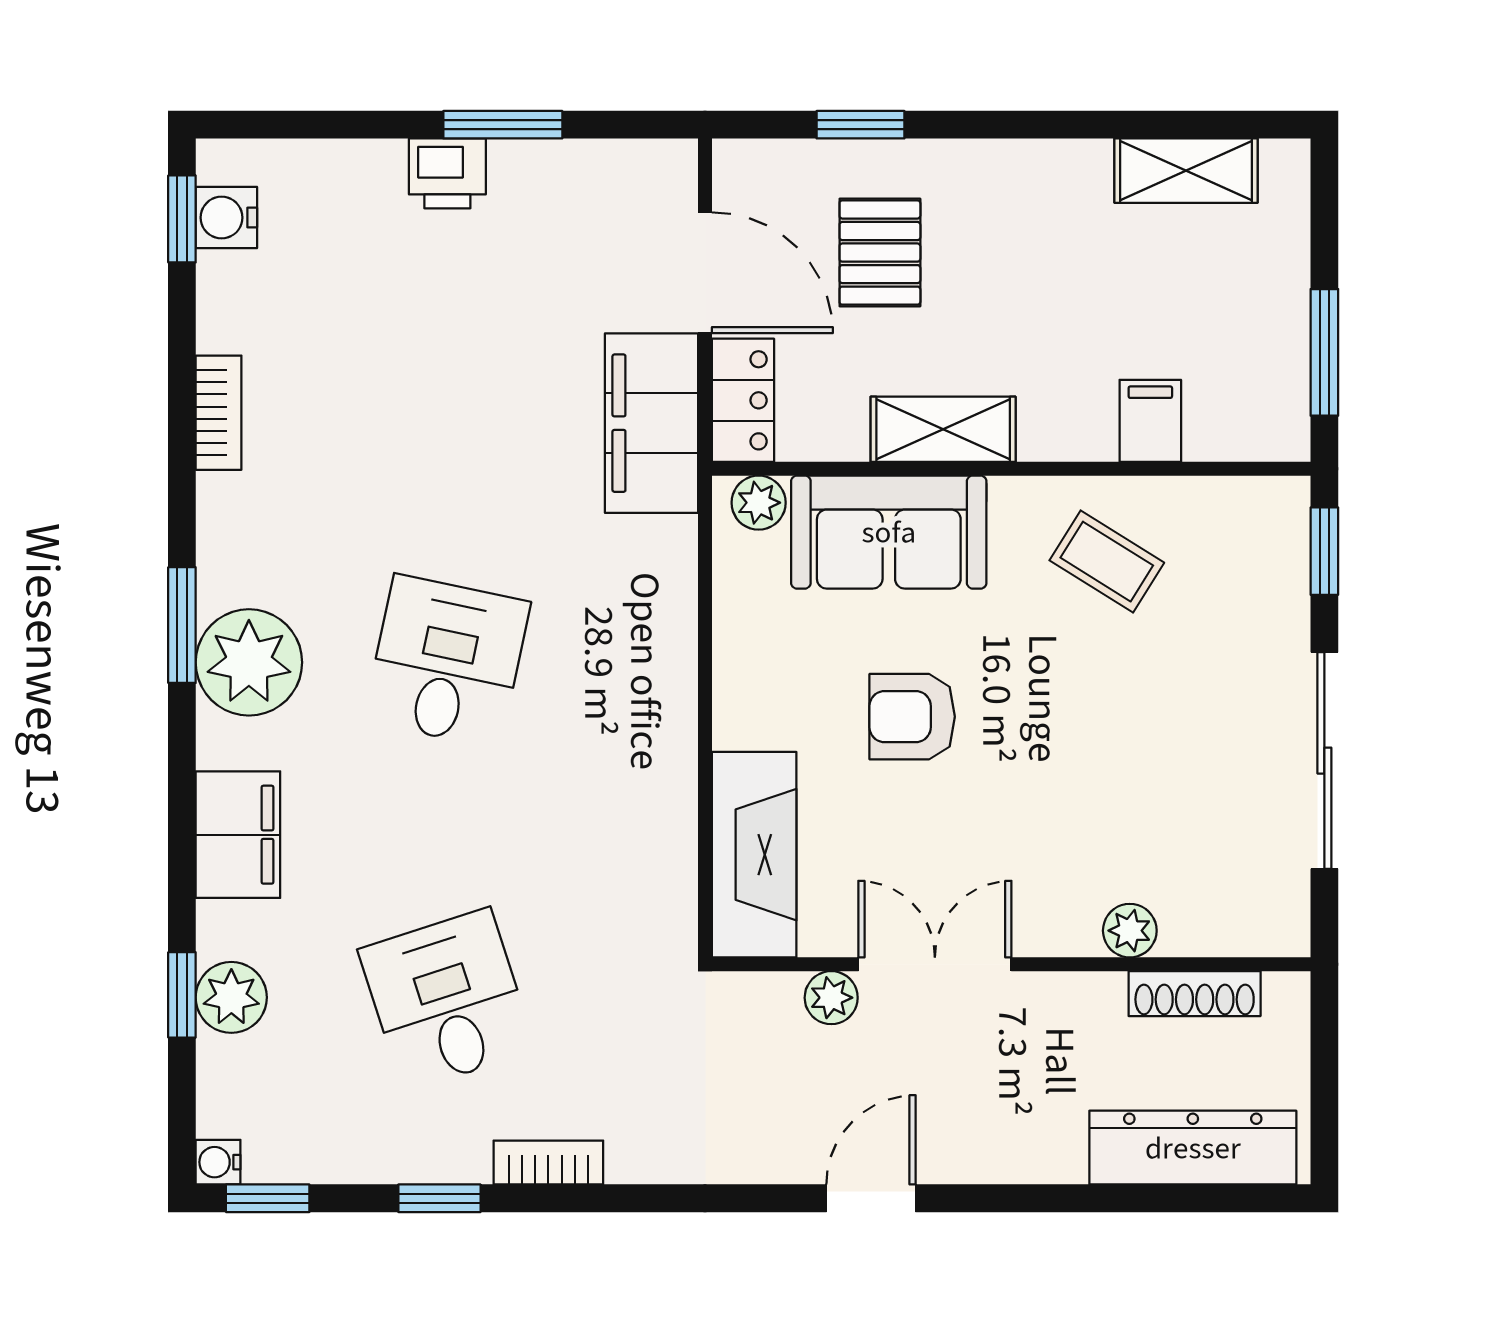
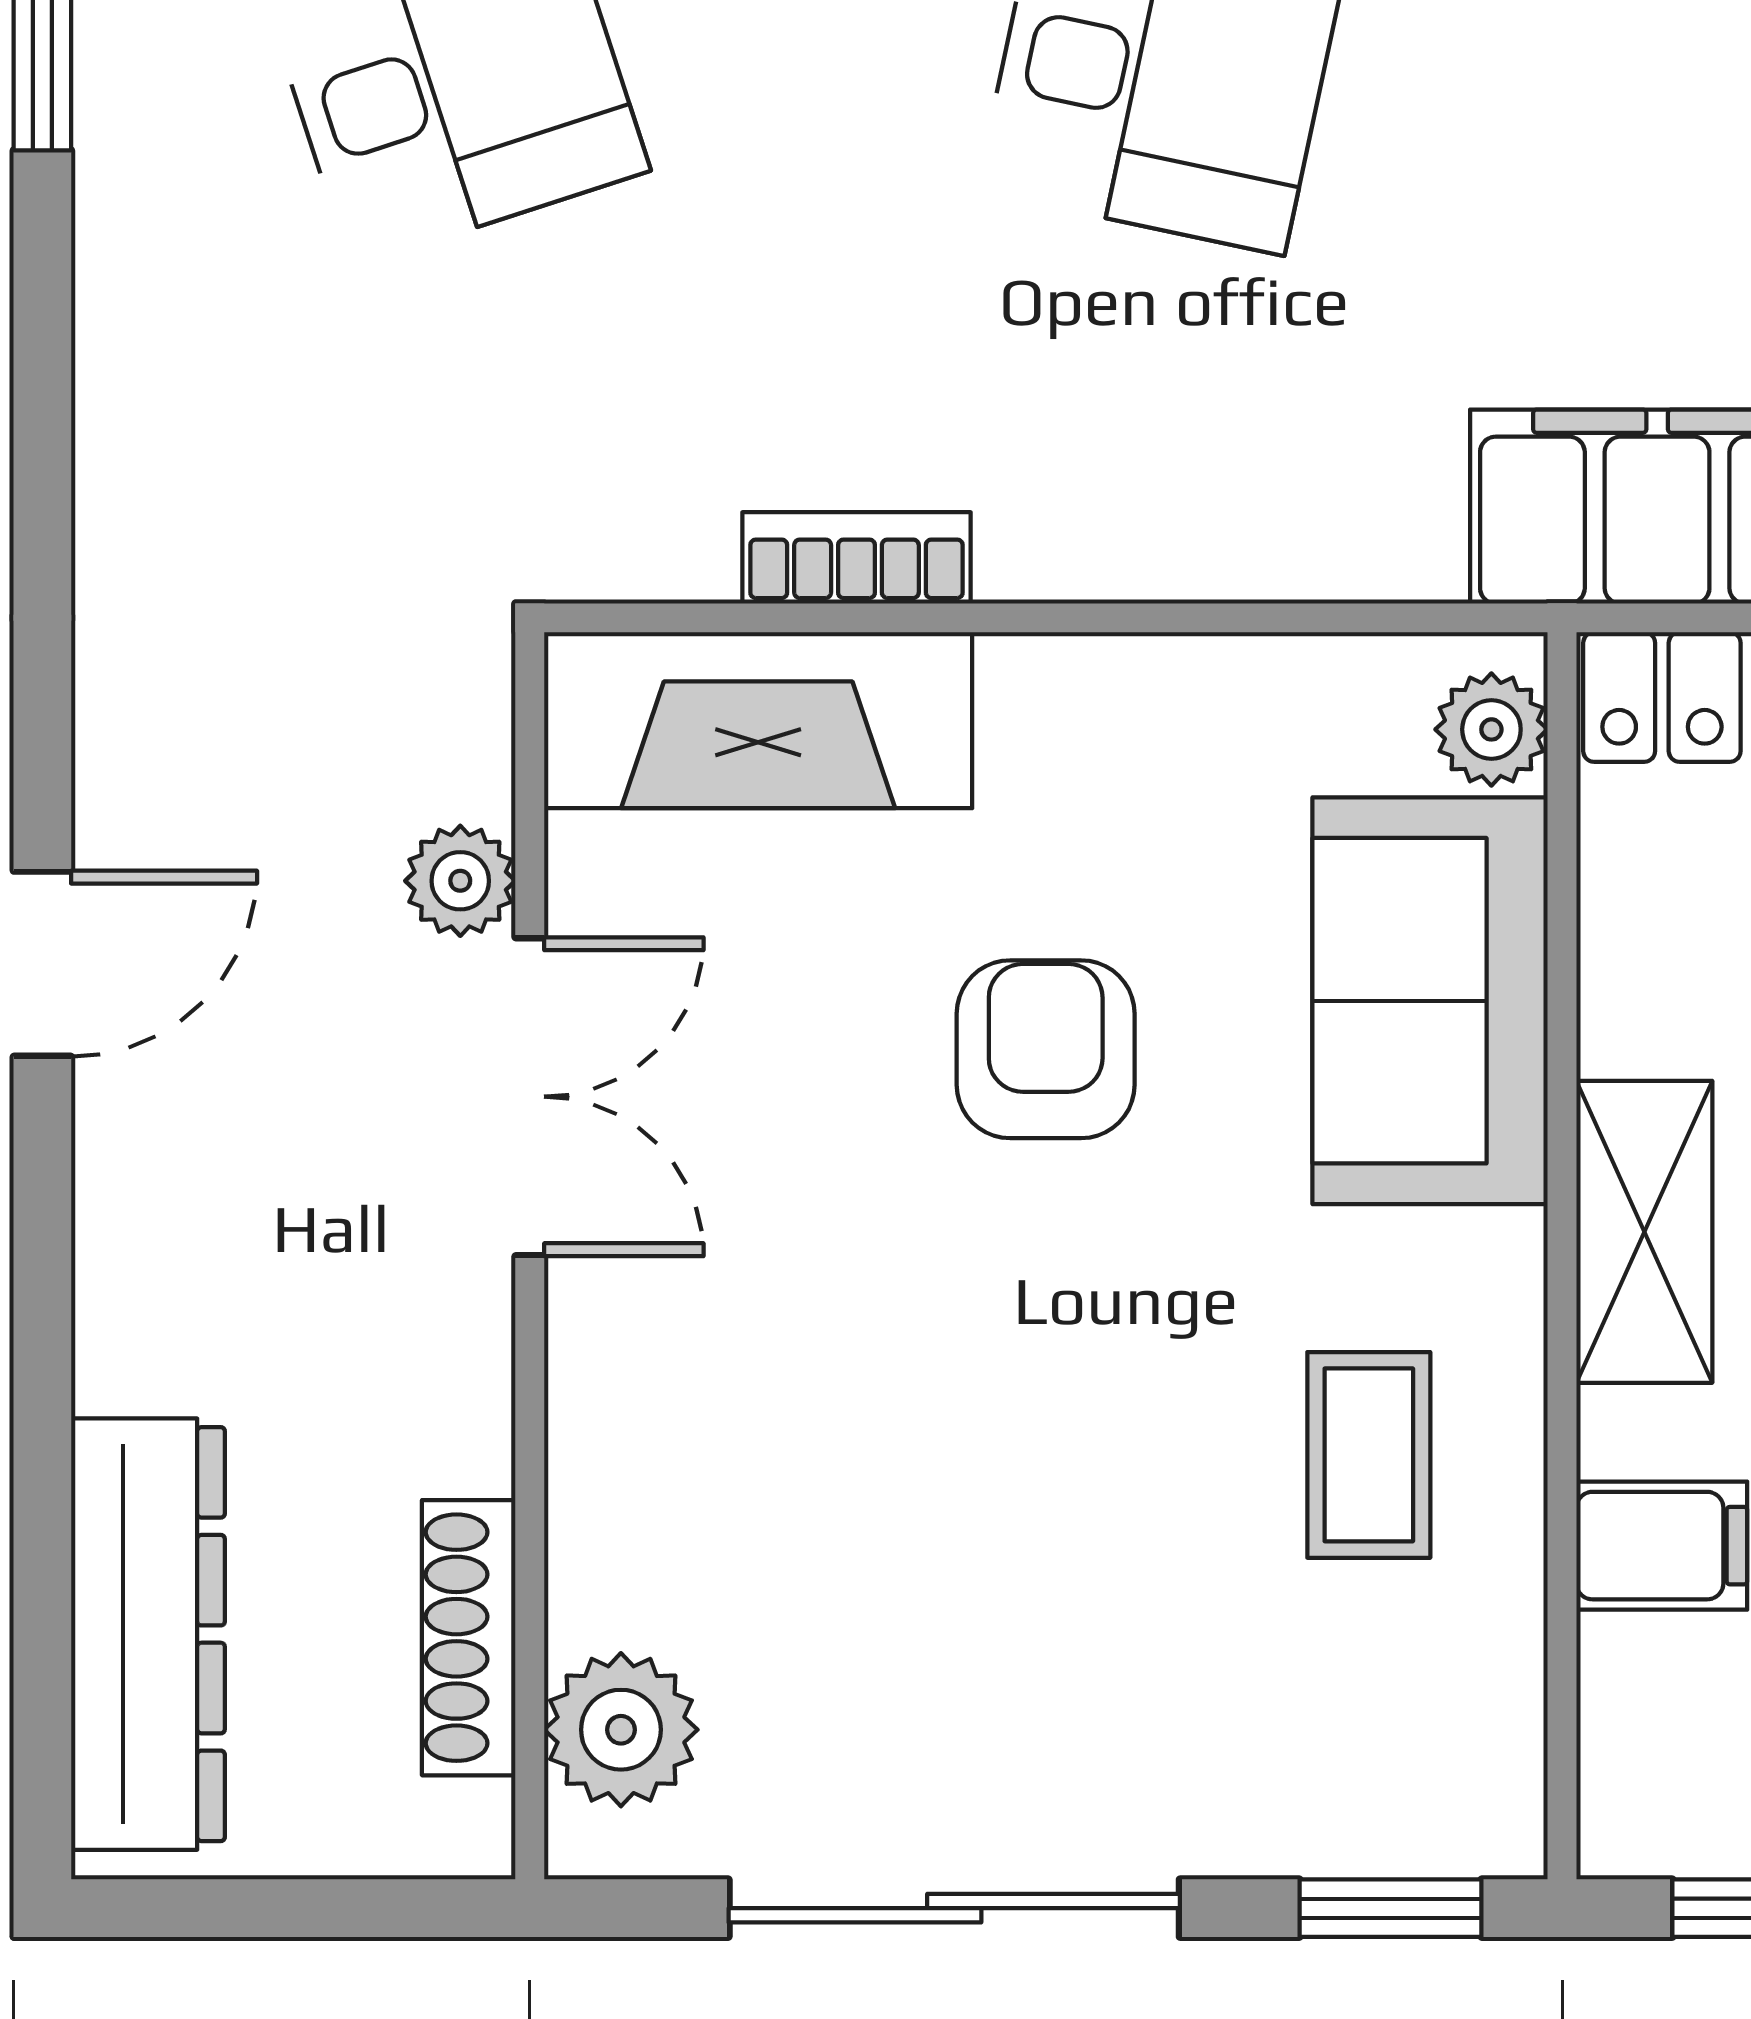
shelving: (943, 429) -> (1644, 1232), moved
coffee table: (1107, 562) -> (1369, 1455), turned -32
plant: (1130, 931) -> (621, 1730), moved, width x1.38, depth x1.38
bookcase: (548, 1163) -> (856, 558), moved, turned -90
door: (871, 1198) -> (42, 964), hinge flipped

